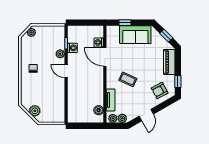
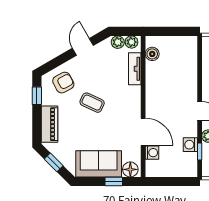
floor lamp: (114, 31) -> (130, 169), added
coffee table: (128, 79) -> (92, 103), moved

